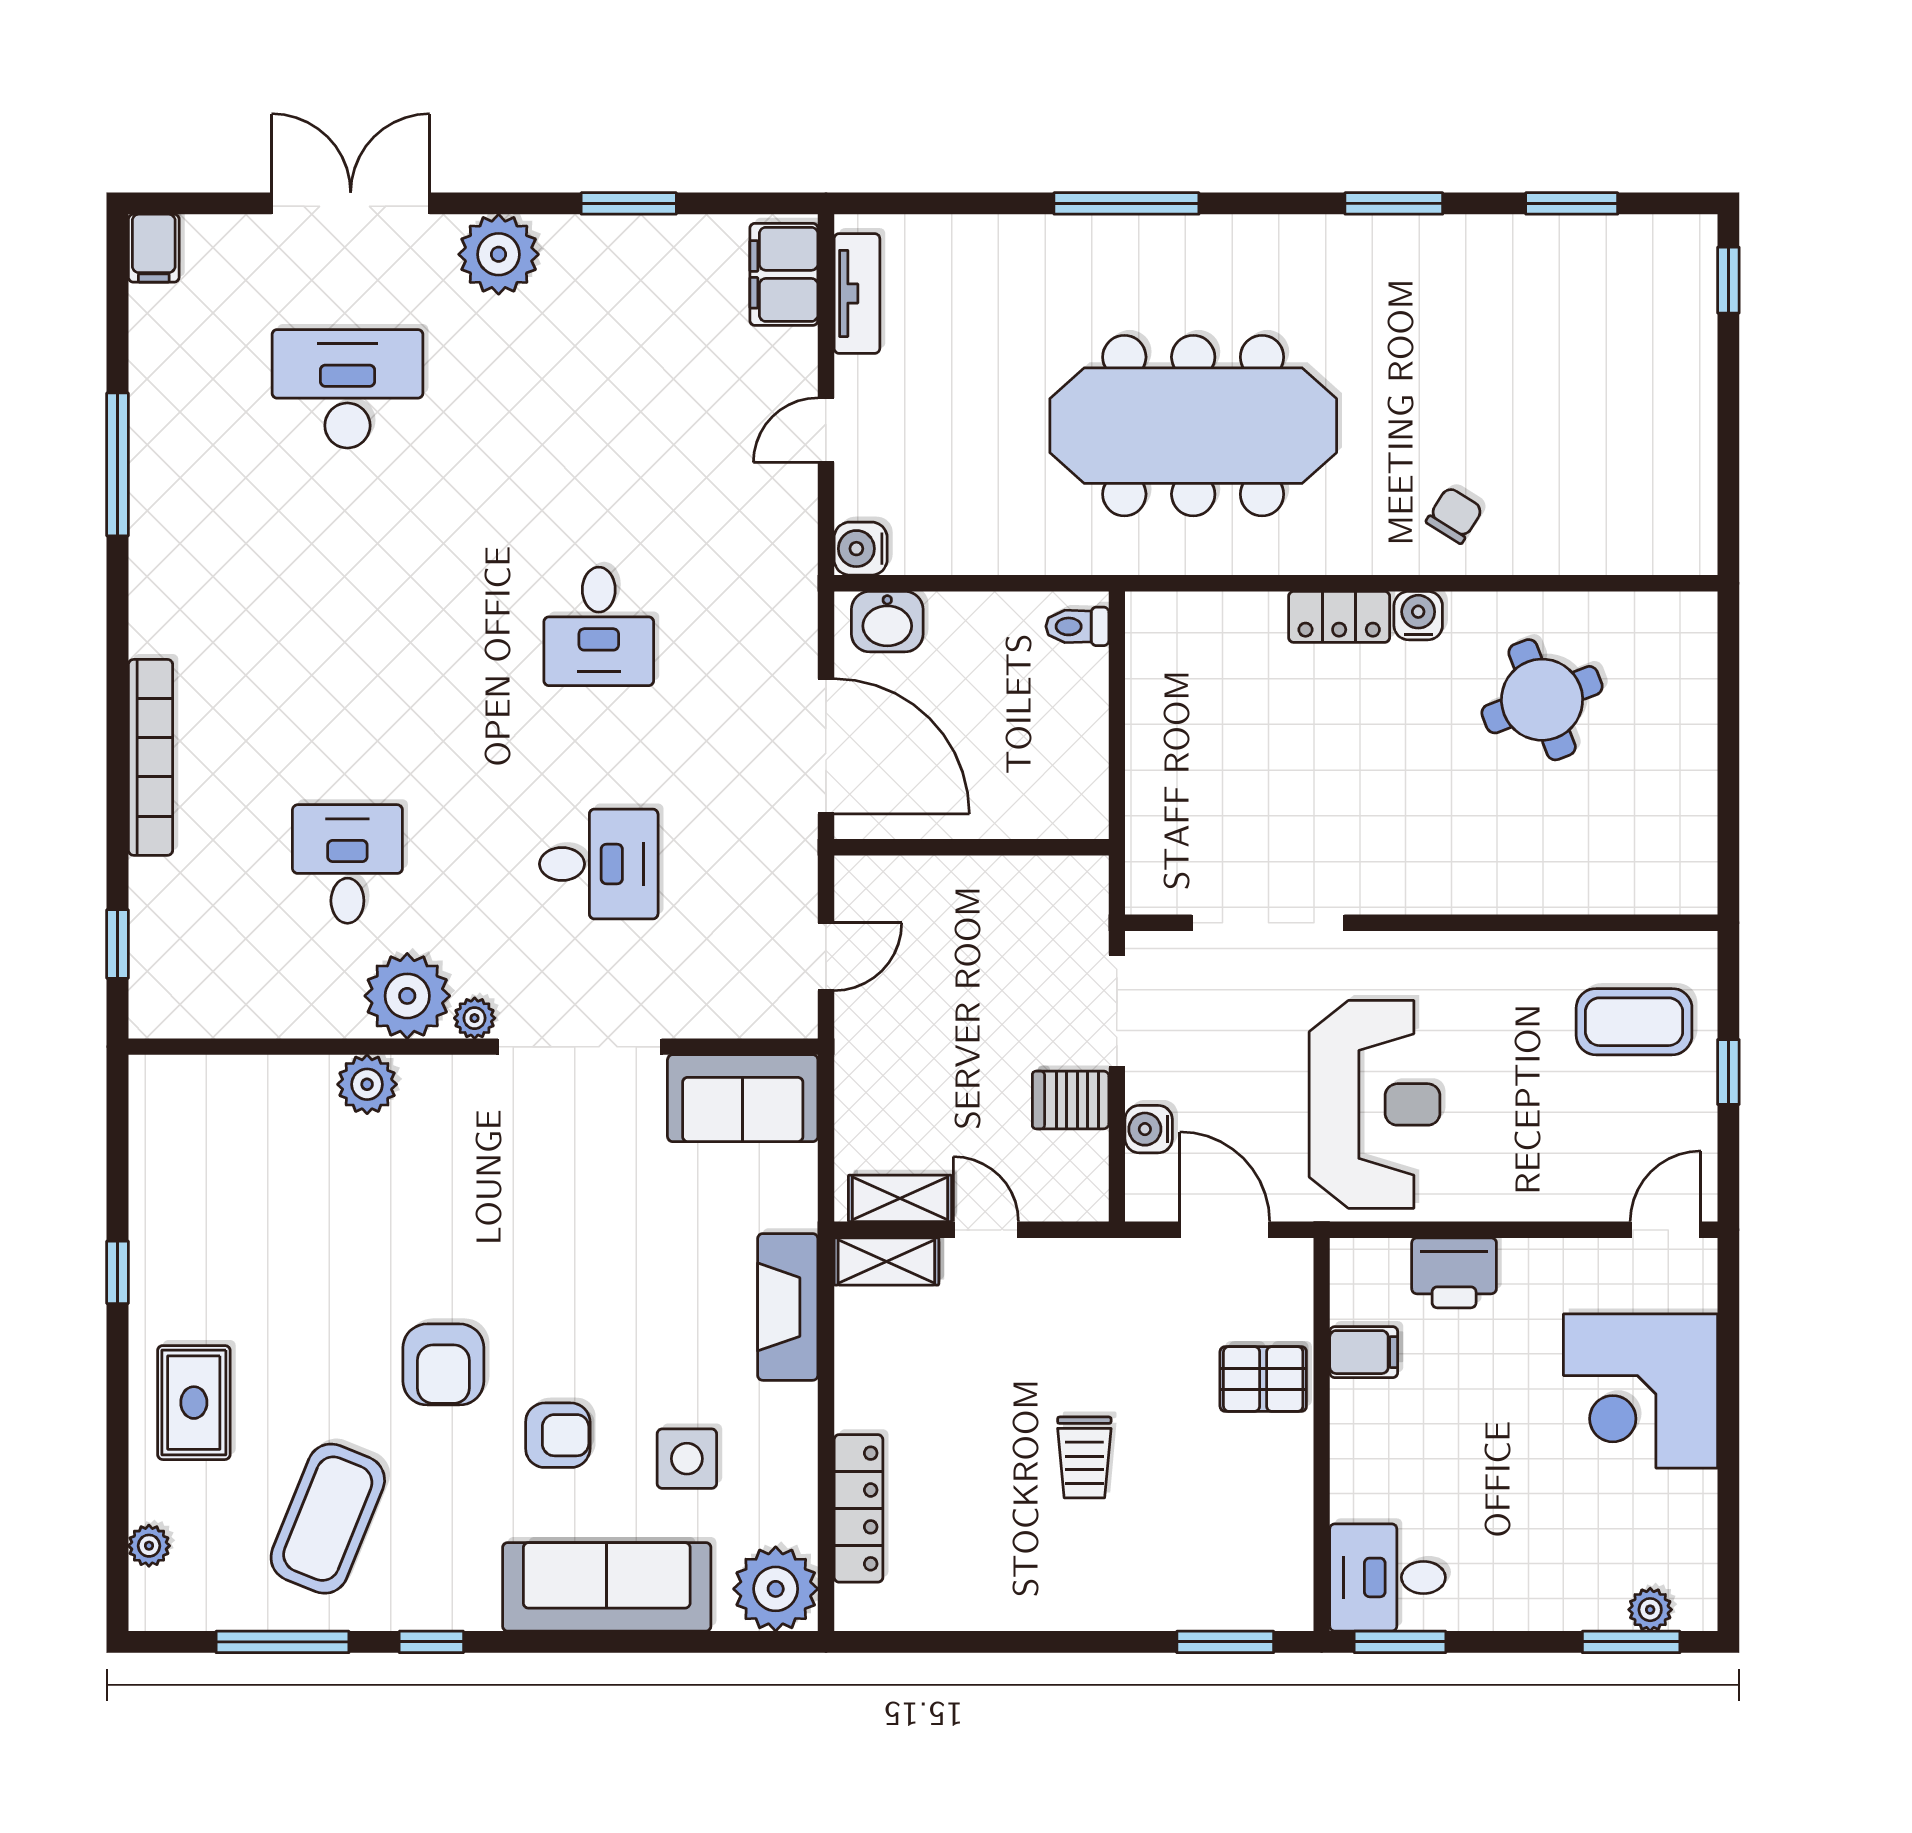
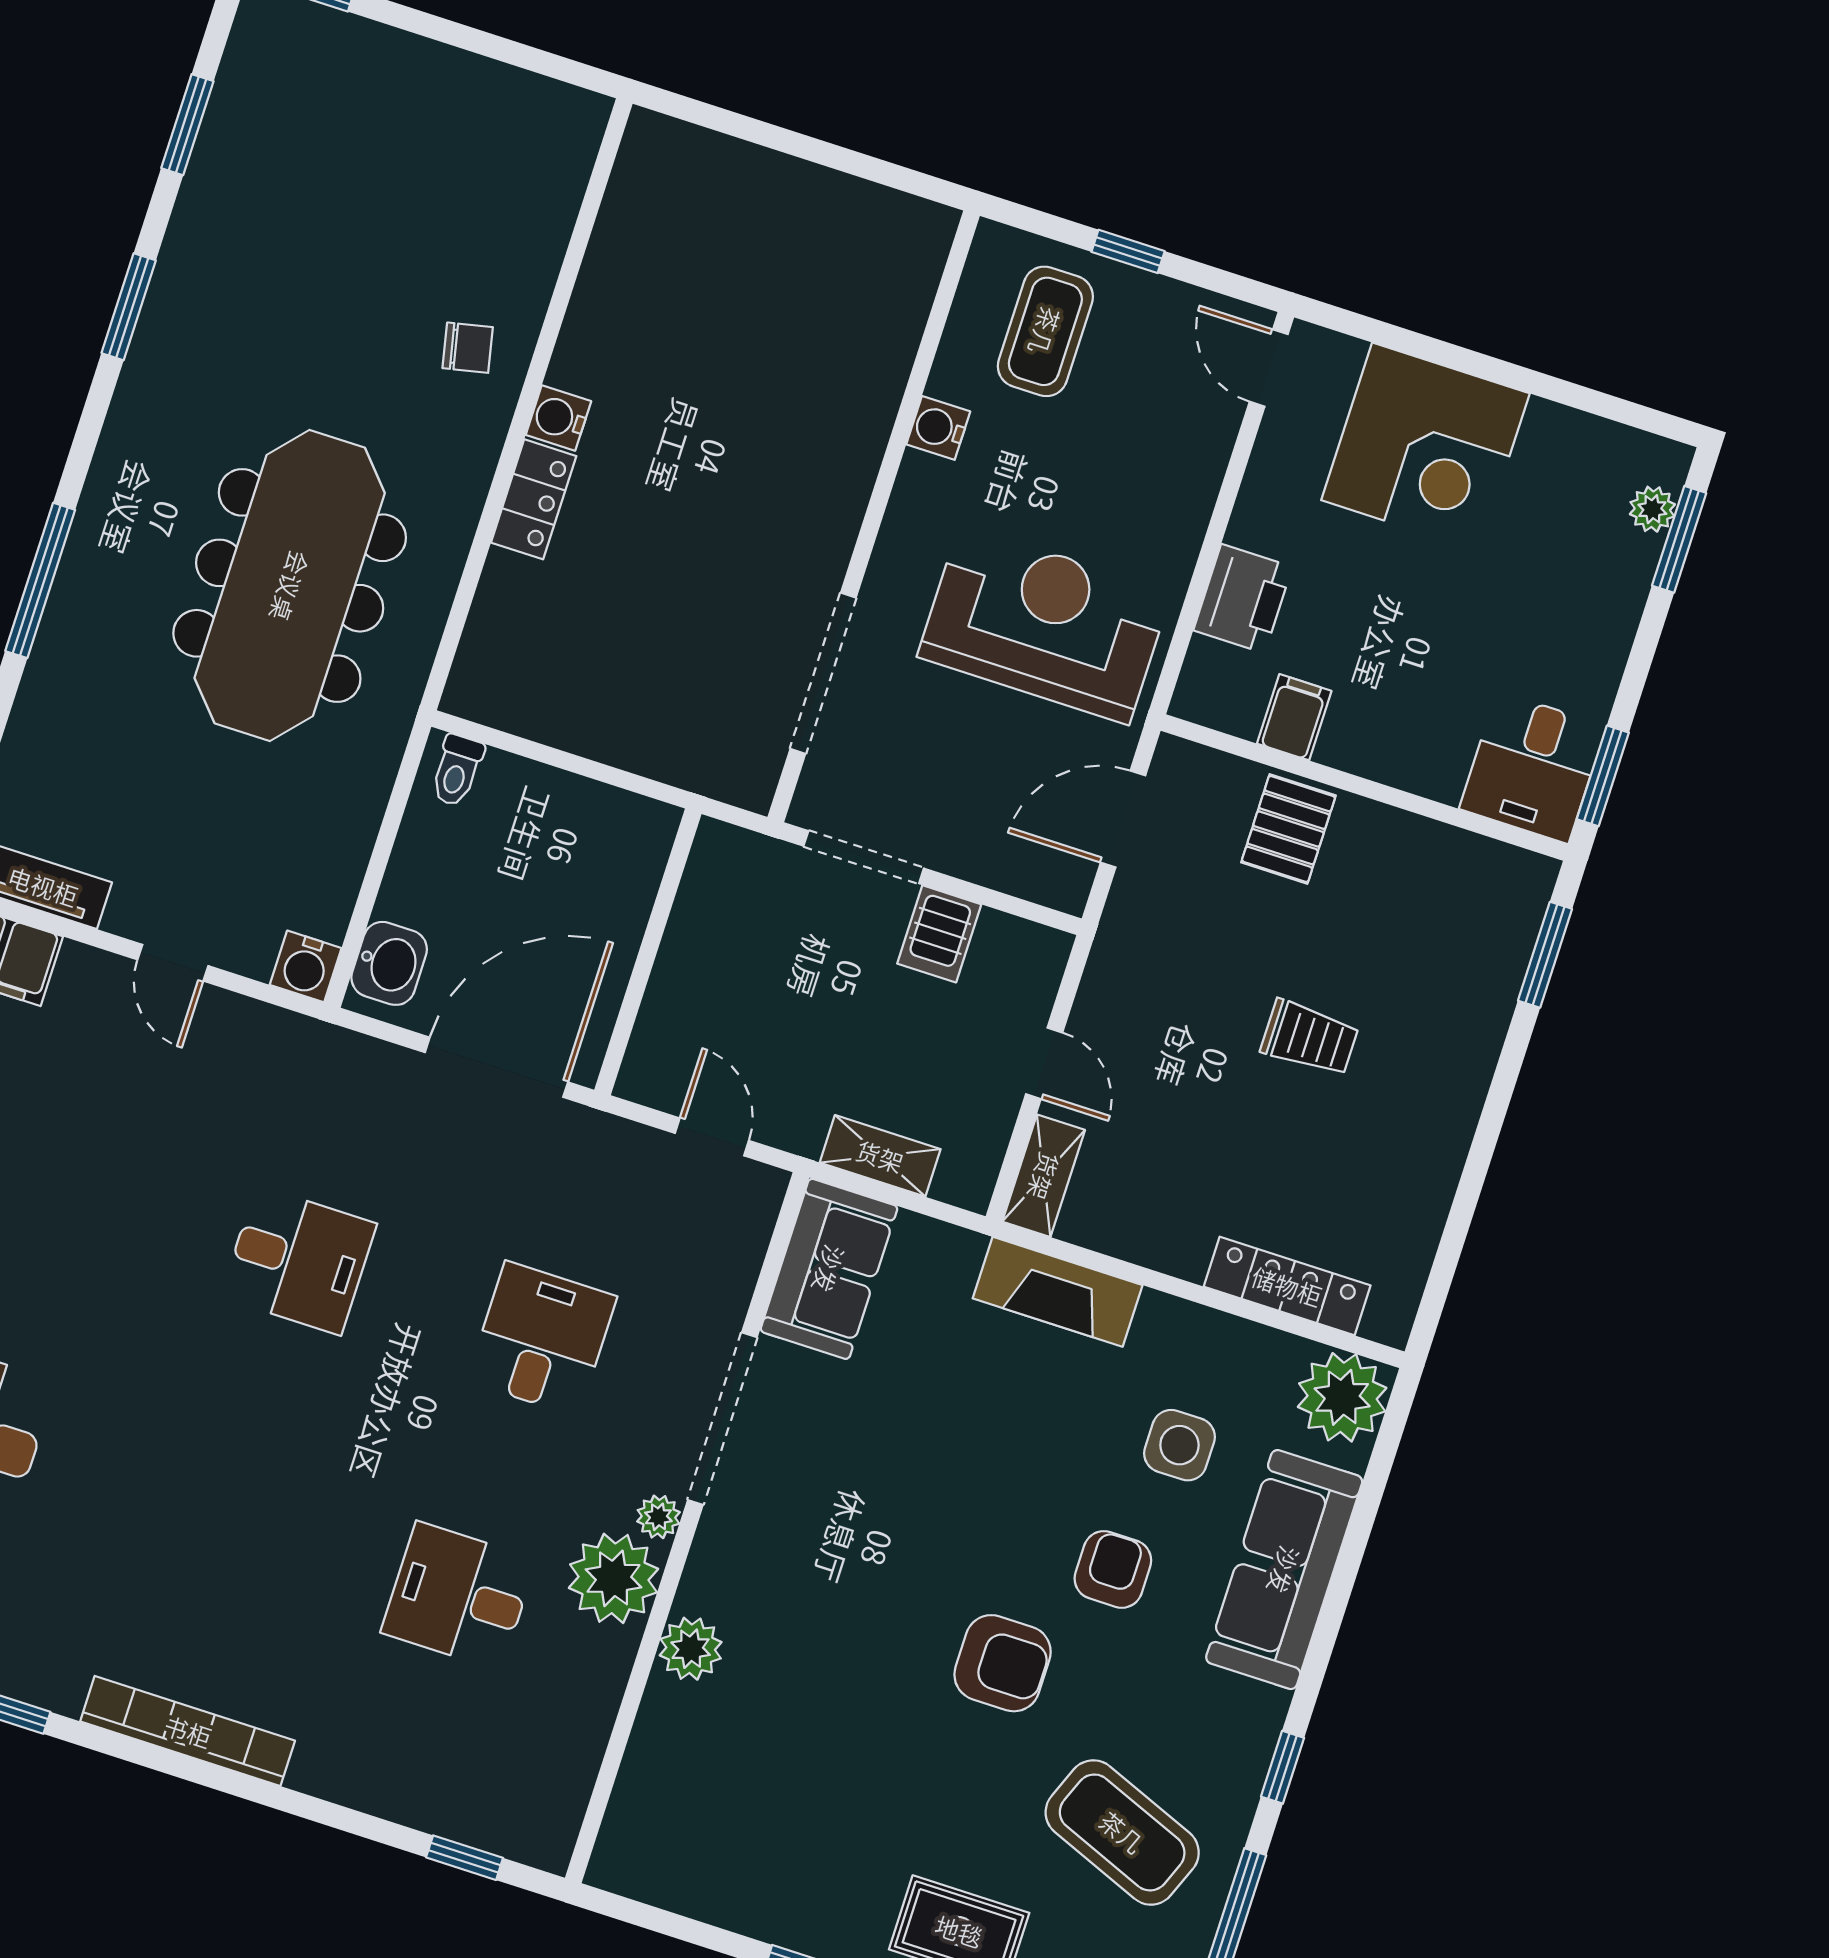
chair: (1454, 515) -> (468, 348), turned 136
round table: (1542, 700) -> (685, 319), removed
bookcase: (151, 757) -> (188, 1731), moved
water cooler: (1149, 1129) -> (938, 428), moved, turned 90
shelving: (900, 1198) -> (880, 1156), moved, turned 90
door: (986, 1230) -> (1044, 1063), swing flipped

